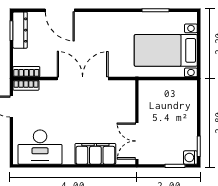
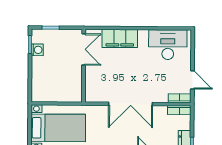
washing machine: (190, 158) -> (37, 50), moved

